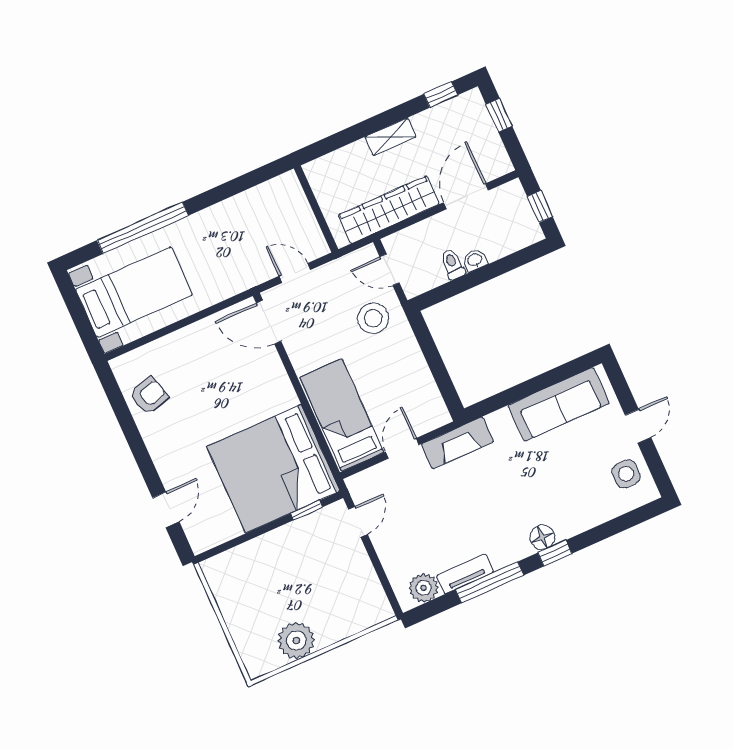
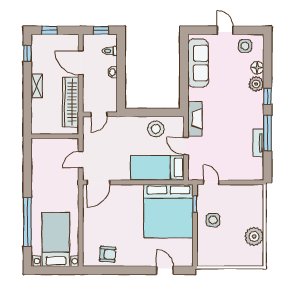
toilet: (453, 264) -> (110, 51), moved
stool: (373, 318) -> (156, 129), moved
armchair: (149, 396) -> (108, 254), turned 109
floor lamp: (542, 537) -> (257, 68), moved
side table: (293, 555) -> (213, 220), added
plant: (424, 588) -> (256, 84), moved

